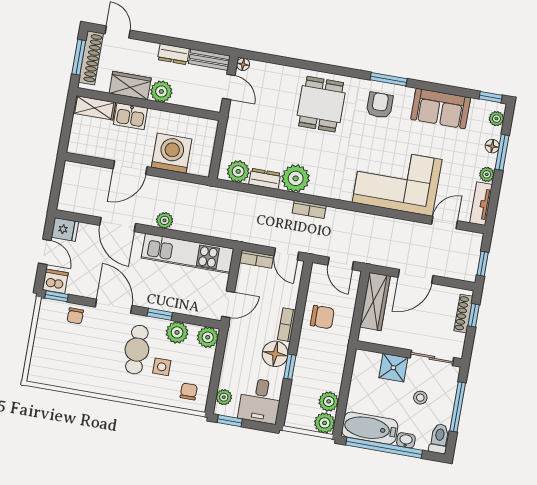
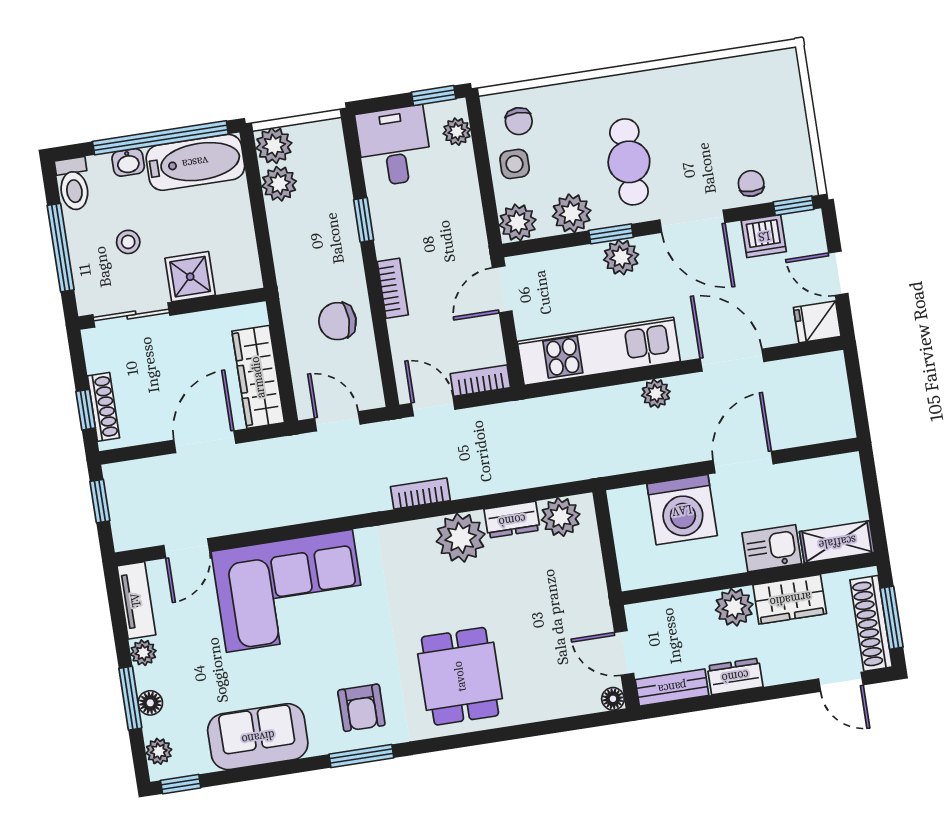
dishwasher: (55, 281) -> (764, 236), moved
plant: (158, 300) -> (621, 257), added
floor lamp: (275, 354) -> (396, 233), removed
side table: (162, 367) -> (515, 164), moved

